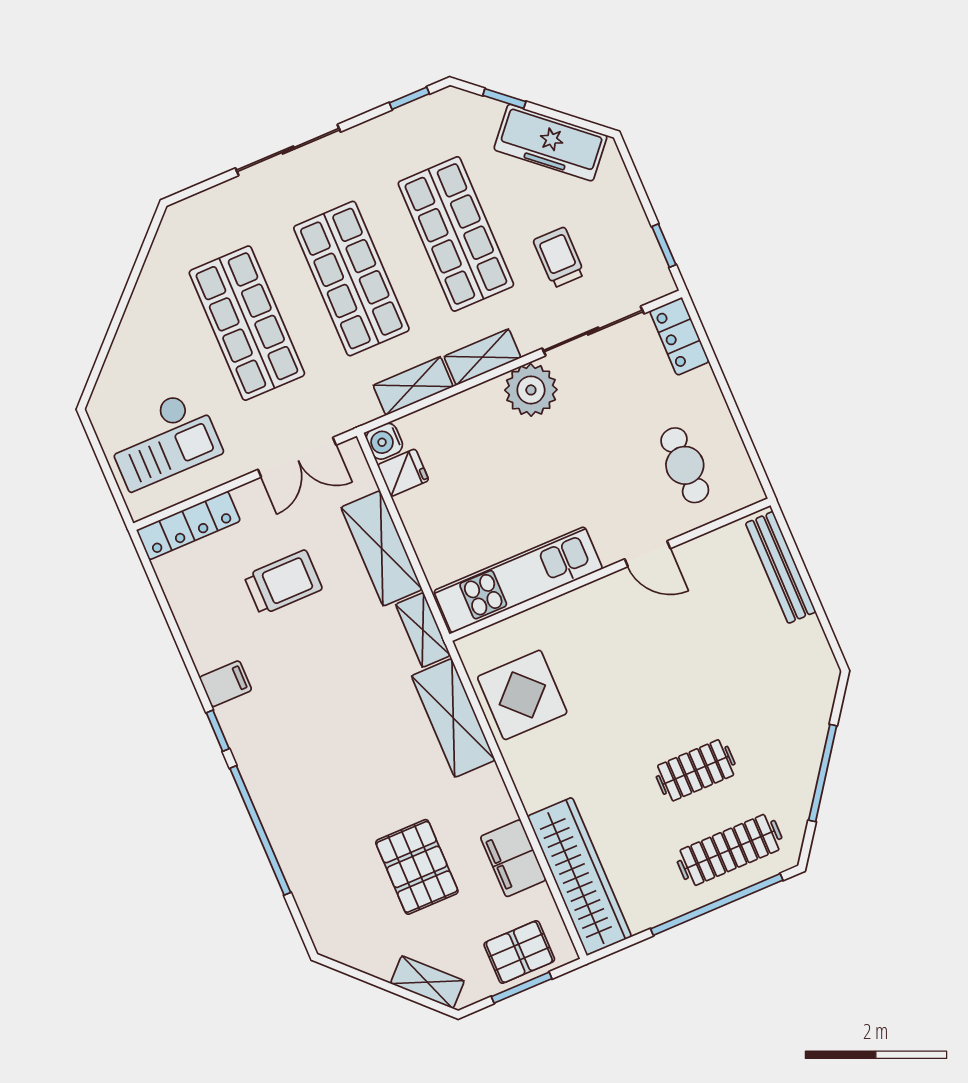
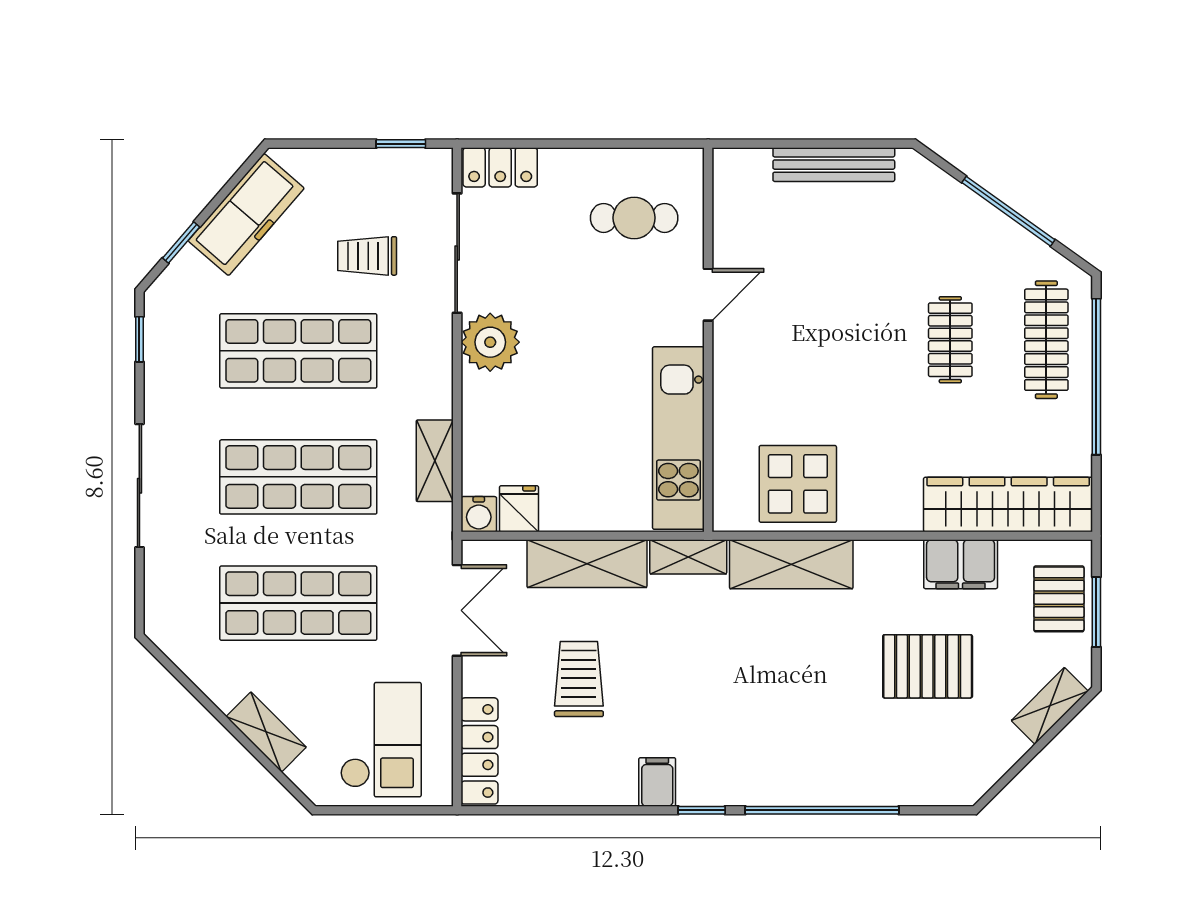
shelving: (482, 357) -> (266, 732), moved, turned -45
bench: (781, 567) -> (834, 165), moved

